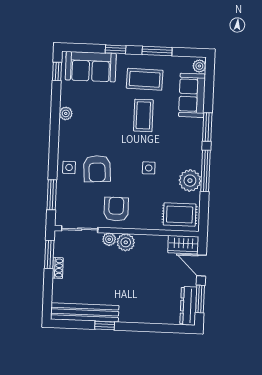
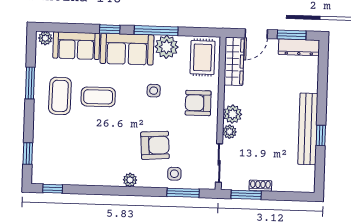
window: (116, 49) -> (28, 154), moved
sofa: (91, 67) -> (127, 49), moved, turned 90
plant: (66, 113) -> (130, 180), moved
window: (207, 127) -> (110, 29), width x0.67
side table: (69, 167) -> (174, 174), moved
armchair: (116, 209) -> (198, 103), moved
wardrobe: (183, 245) -> (234, 61), width x1.50
bench: (85, 312) -> (308, 129), moved

